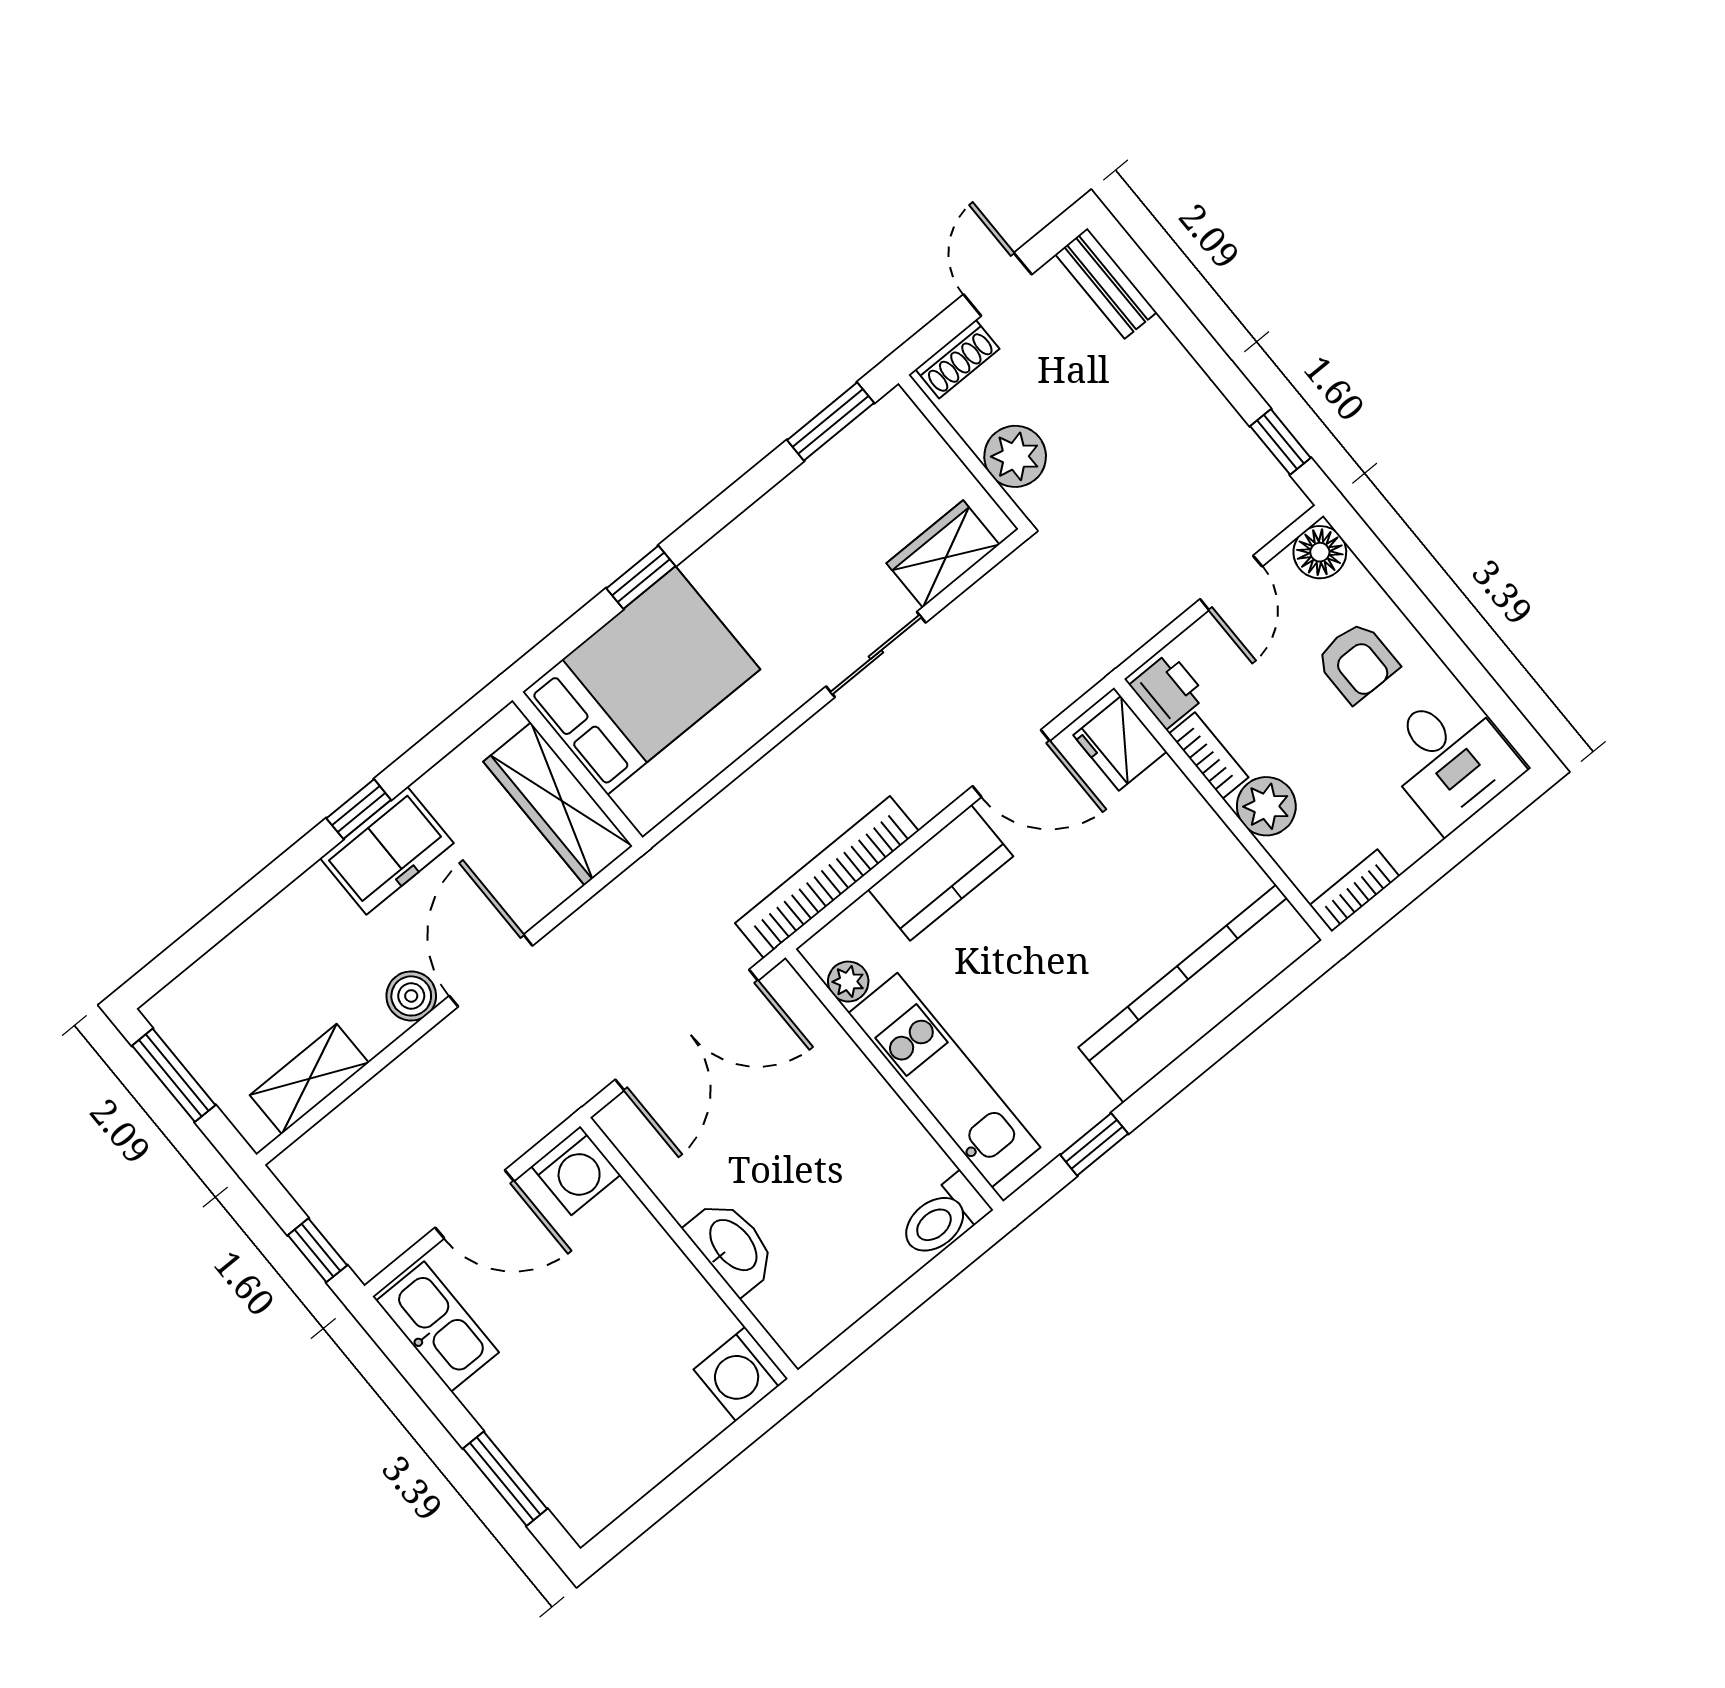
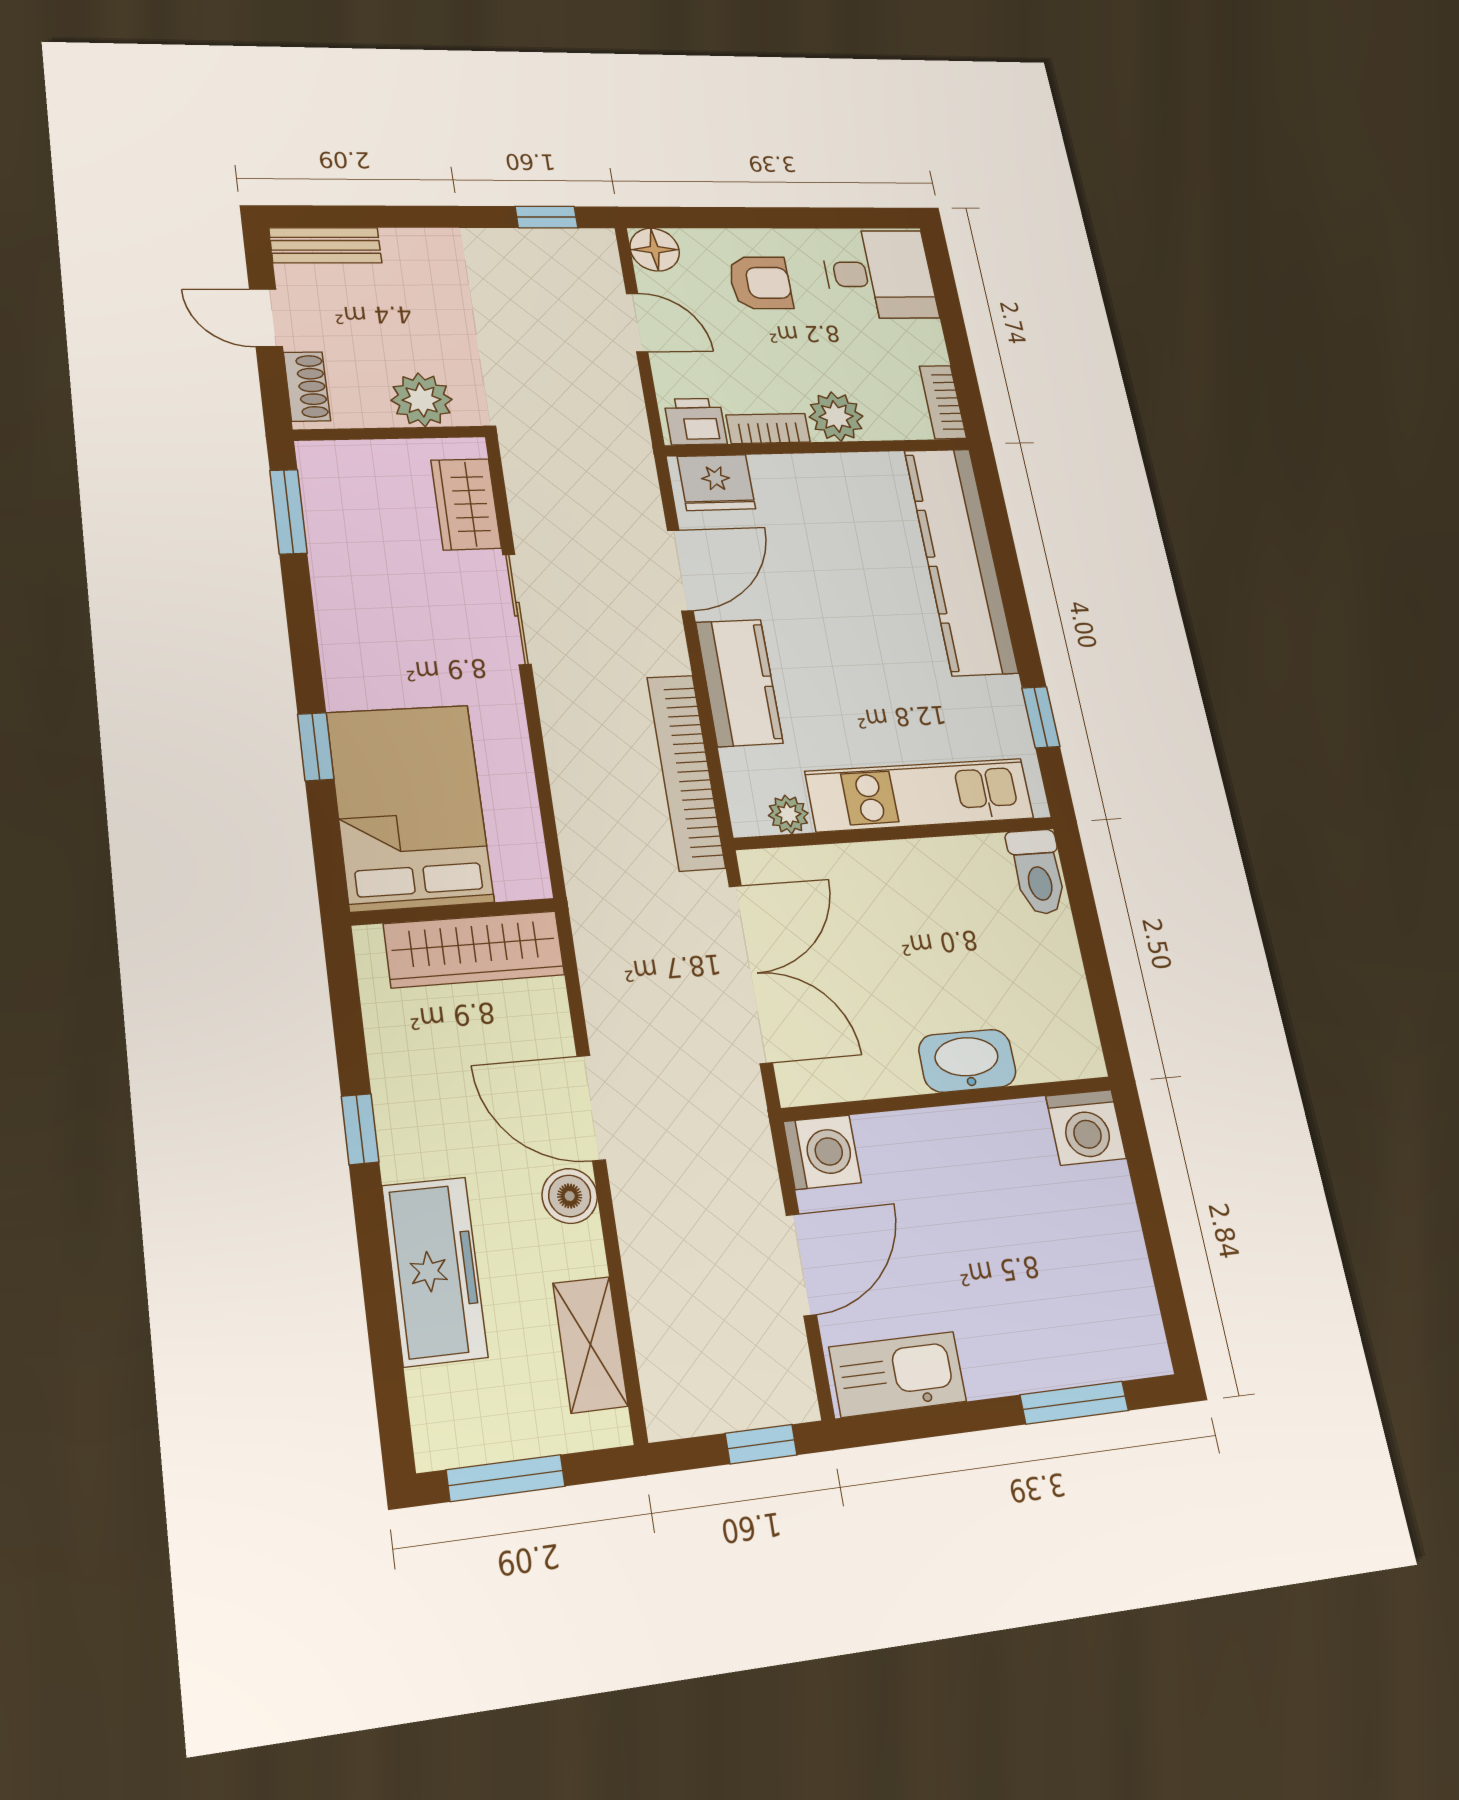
freezer: (387, 851) -> (435, 1271), moved, width x1.40

